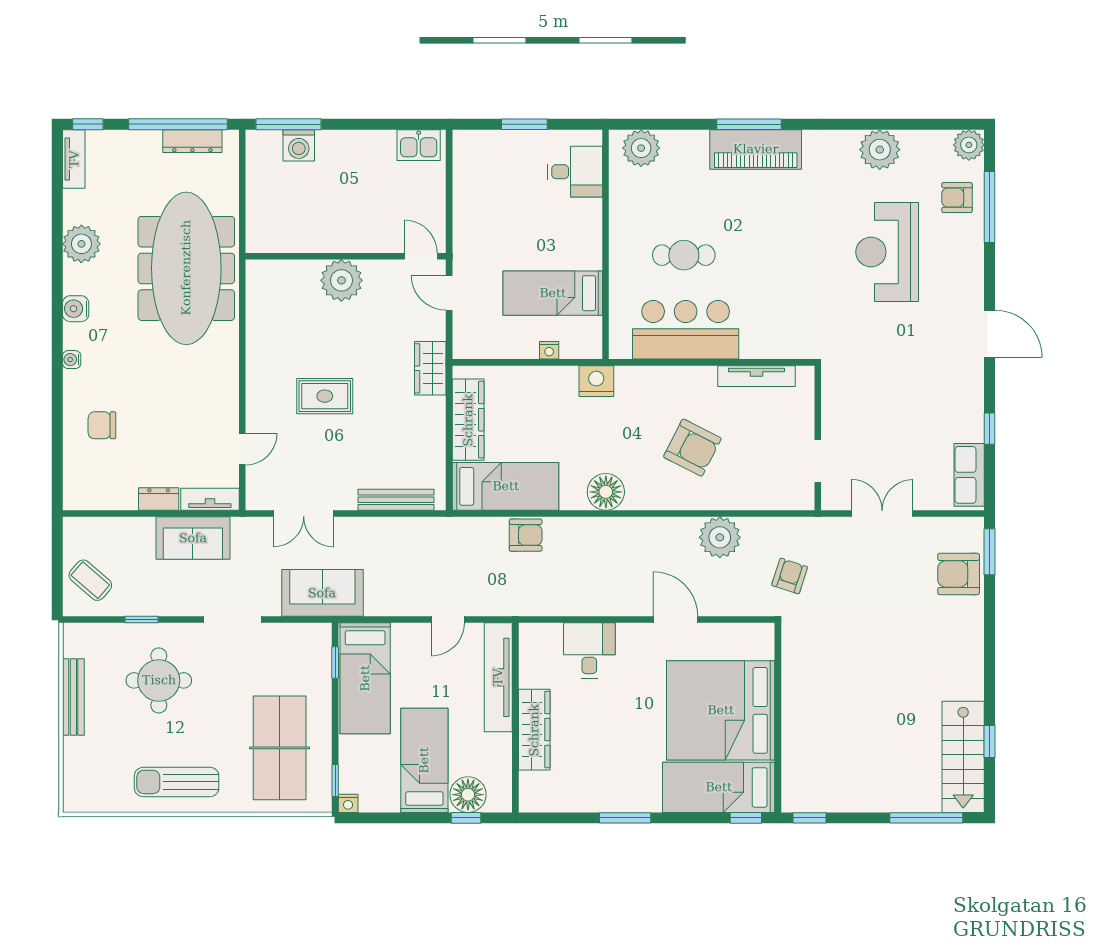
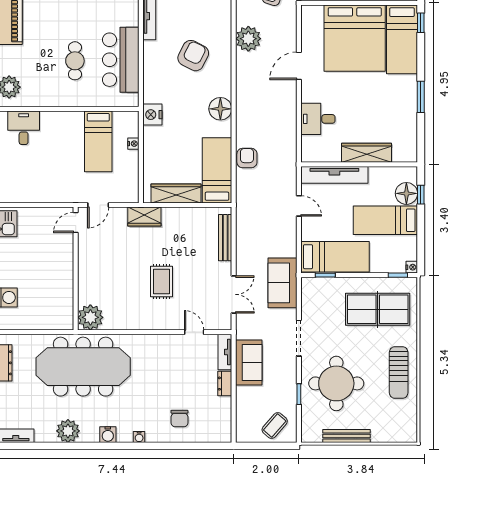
plant: (341, 280) -> (90, 317), moved
round table: (159, 680) -> (336, 383), width x1.36, depth x1.36

